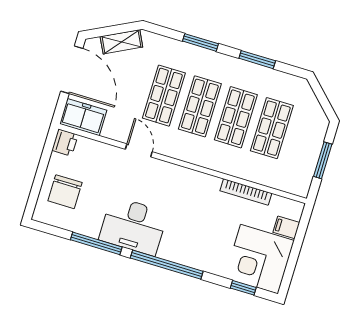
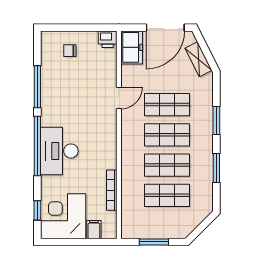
chair: (65, 192) -> (70, 51), width x0.54, depth x0.54
desk: (133, 226) -> (59, 151), moved

